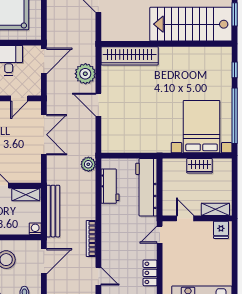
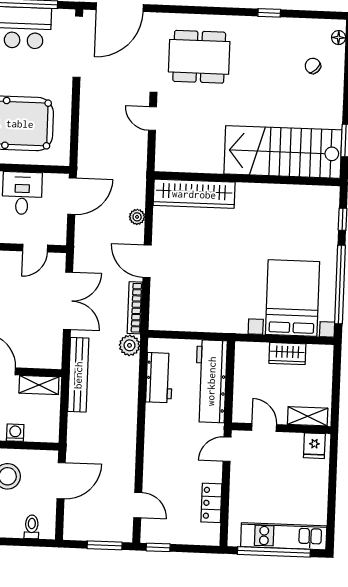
plant: (85, 74) -> (137, 217), width x0.53, depth x0.53
bench: (53, 211) -> (78, 375), moved
washing machine: (35, 229) -> (15, 433), moved
bookcase: (91, 239) -> (135, 308), moved

